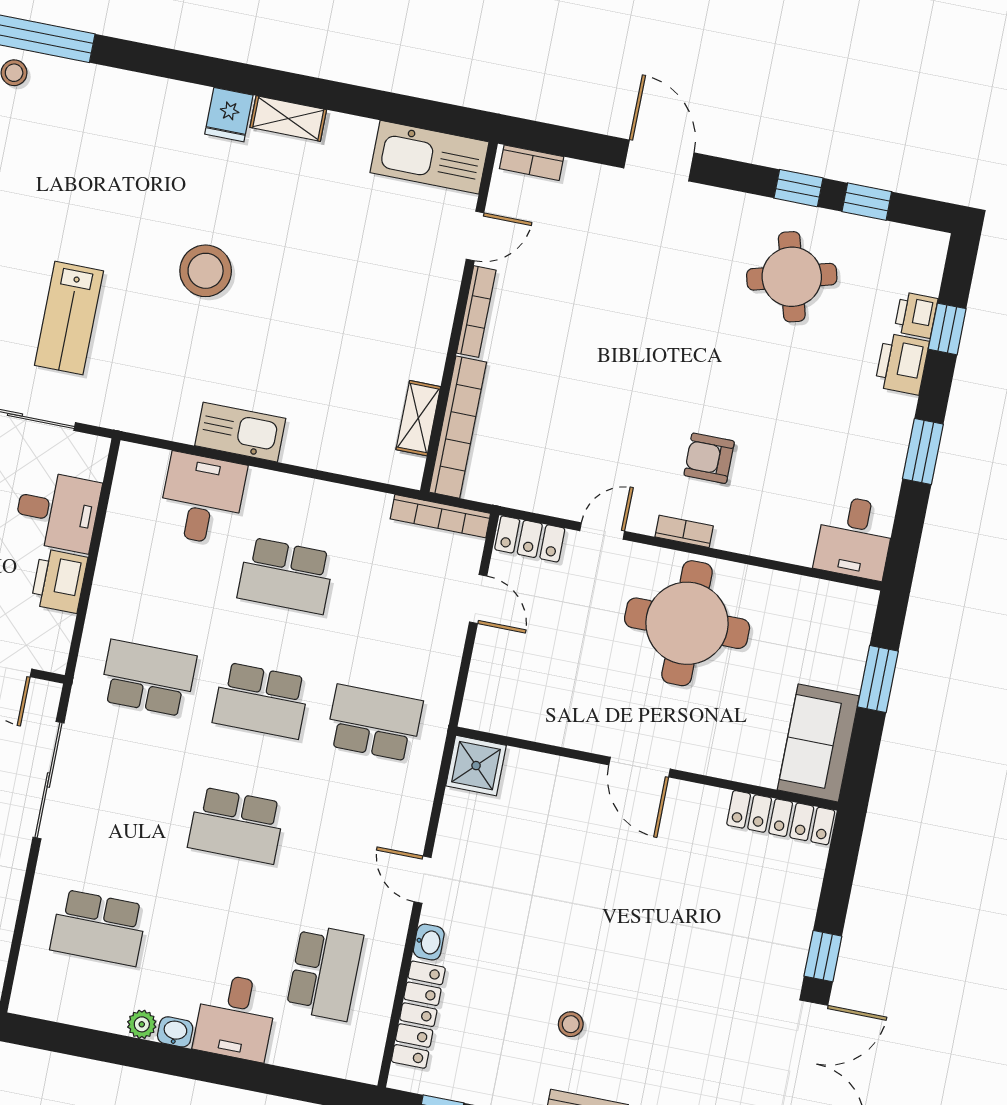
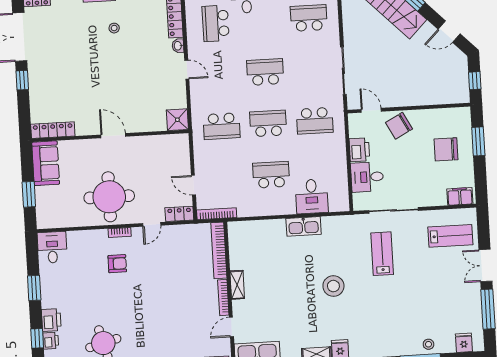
shelving: (418, 418) -> (237, 285), moved

